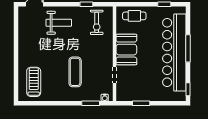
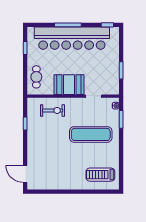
exercise bike: (97, 22) -> (53, 110), moved
weight bench: (59, 23) -> (43, 150), removed
exercise mat: (75, 72) -> (91, 134), width x1.36, depth x1.45

